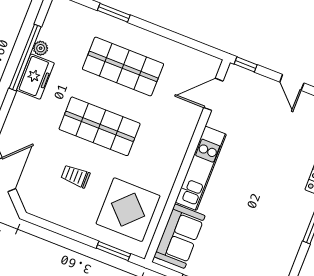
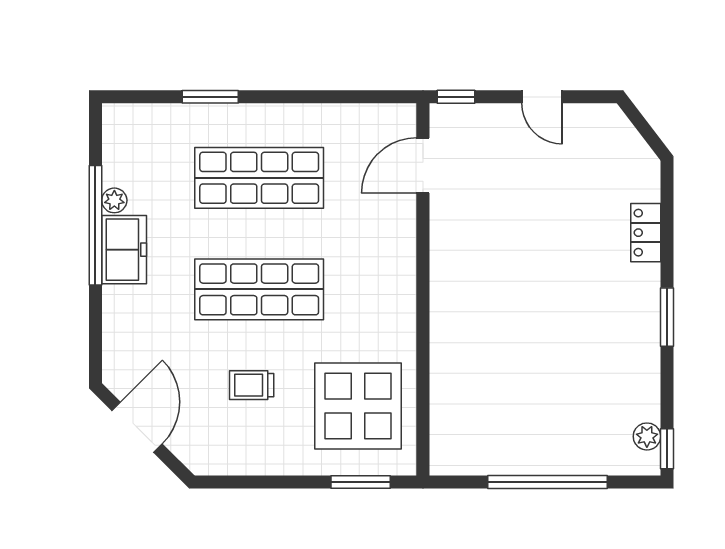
kitchen unit: (201, 168) -> (449, 293), removed
sofa: (180, 236) -> (458, 416), removed

